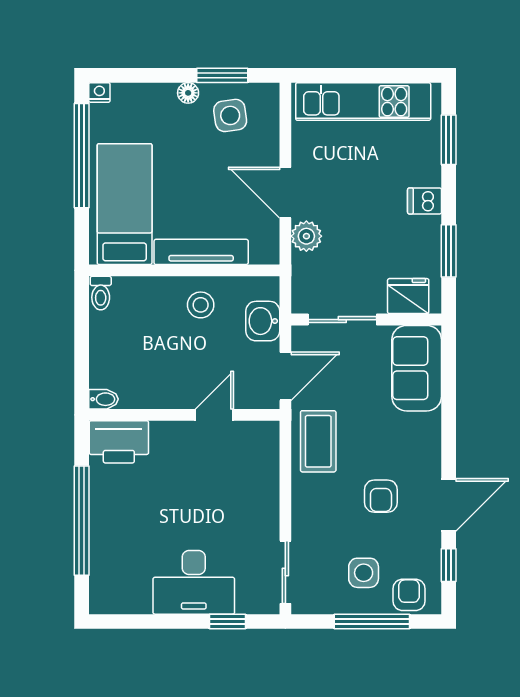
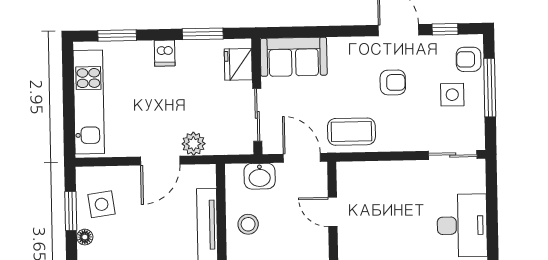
window: (228, 621) -> (492, 199), removed

